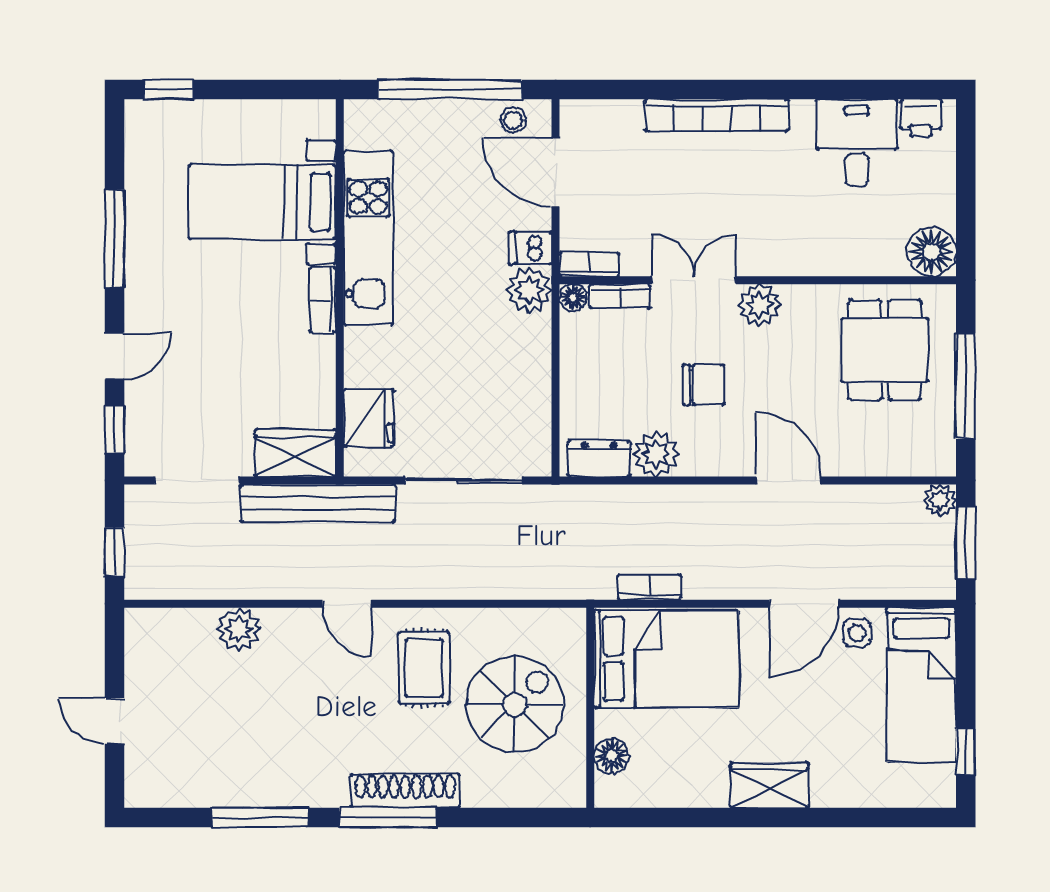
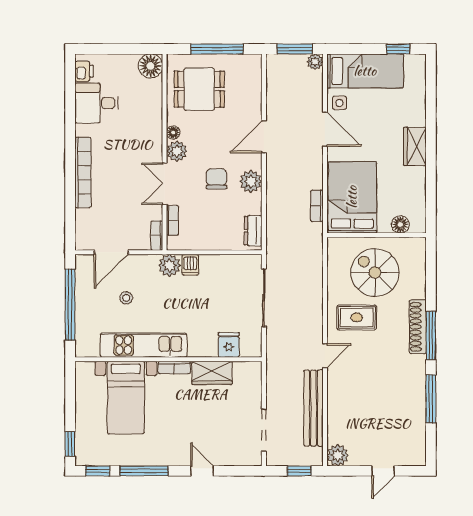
stool: (513, 120) -> (126, 298), moved
dishwasher: (530, 248) -> (190, 265), moved
floor lamp: (573, 298) -> (173, 133), moved
fridge: (369, 418) -> (229, 345), width x0.72
window: (115, 429) -> (98, 471), moved
wardrobe: (295, 453) -> (212, 373), moved, turned -90
plant: (656, 454) -> (251, 181), moved
plant: (940, 500) -> (315, 62), moved
bench: (318, 503) -> (314, 408), moved
plant: (239, 629) -> (338, 455), moved

